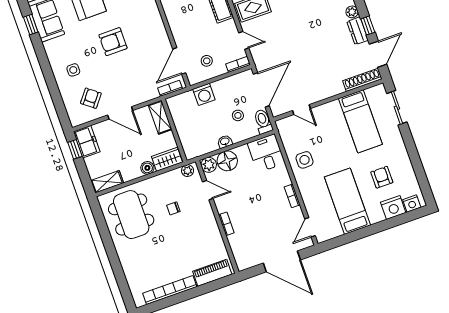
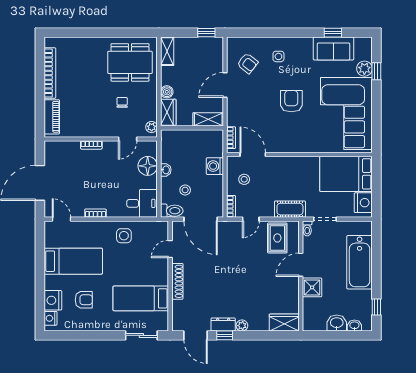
shoe rack: (362, 80) -> (177, 281), moved
freezer: (87, 142) -> (210, 46), removed
plant: (209, 165) -> (150, 148), removed

